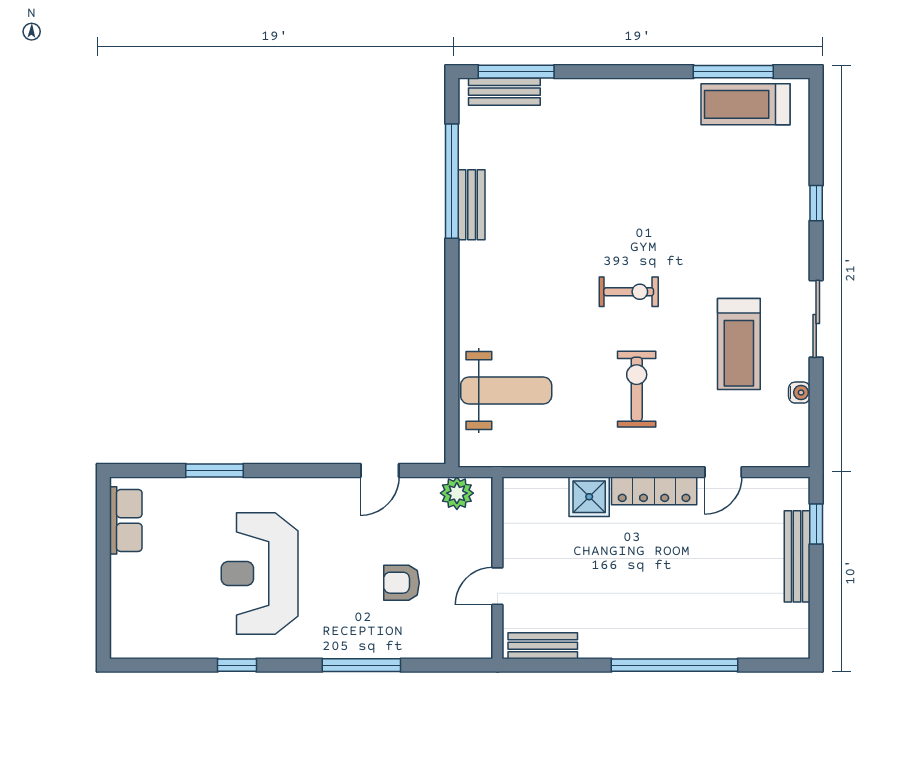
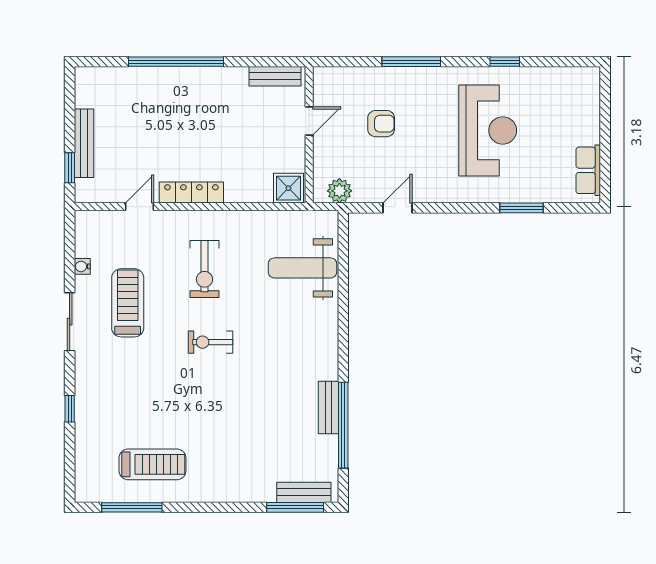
treadmill: (746, 104) -> (152, 464), moved
shower: (589, 497) -> (288, 188), moved

